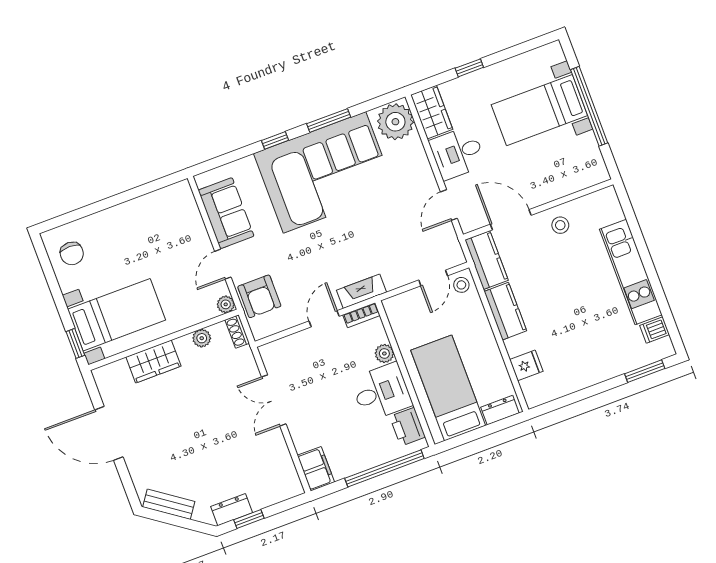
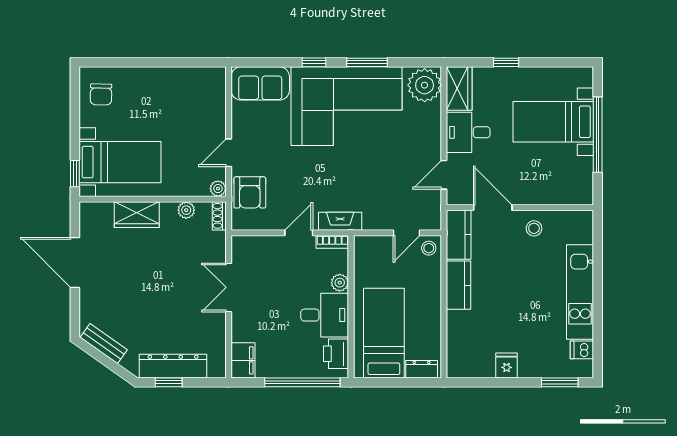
sofa: (226, 213) -> (260, 83), moved, turned 90
fridge: (526, 365) -> (507, 365), moved, turned -90
dresser: (232, 510) -> (173, 366), width x1.96, depth x1.24

